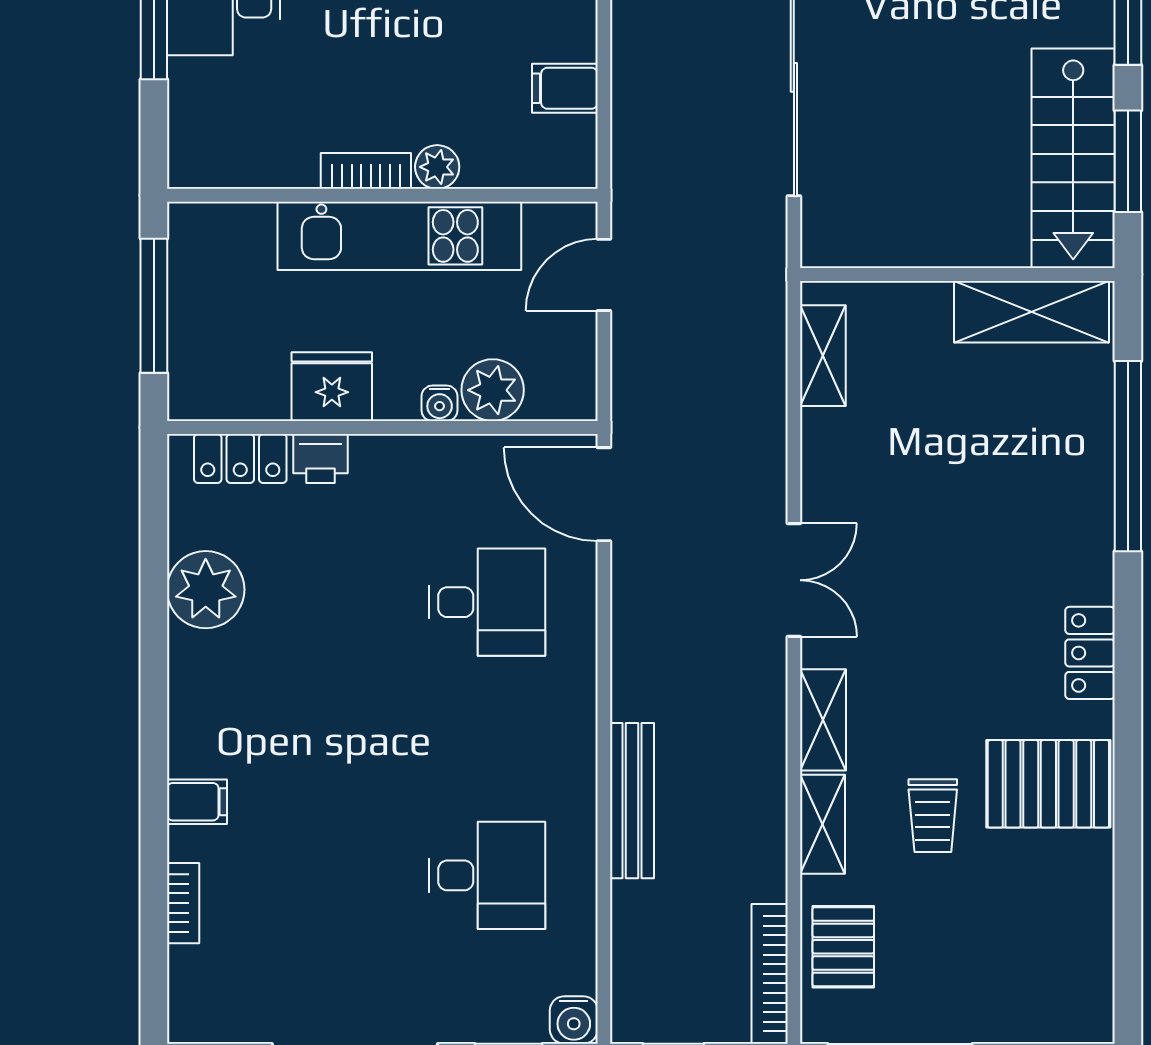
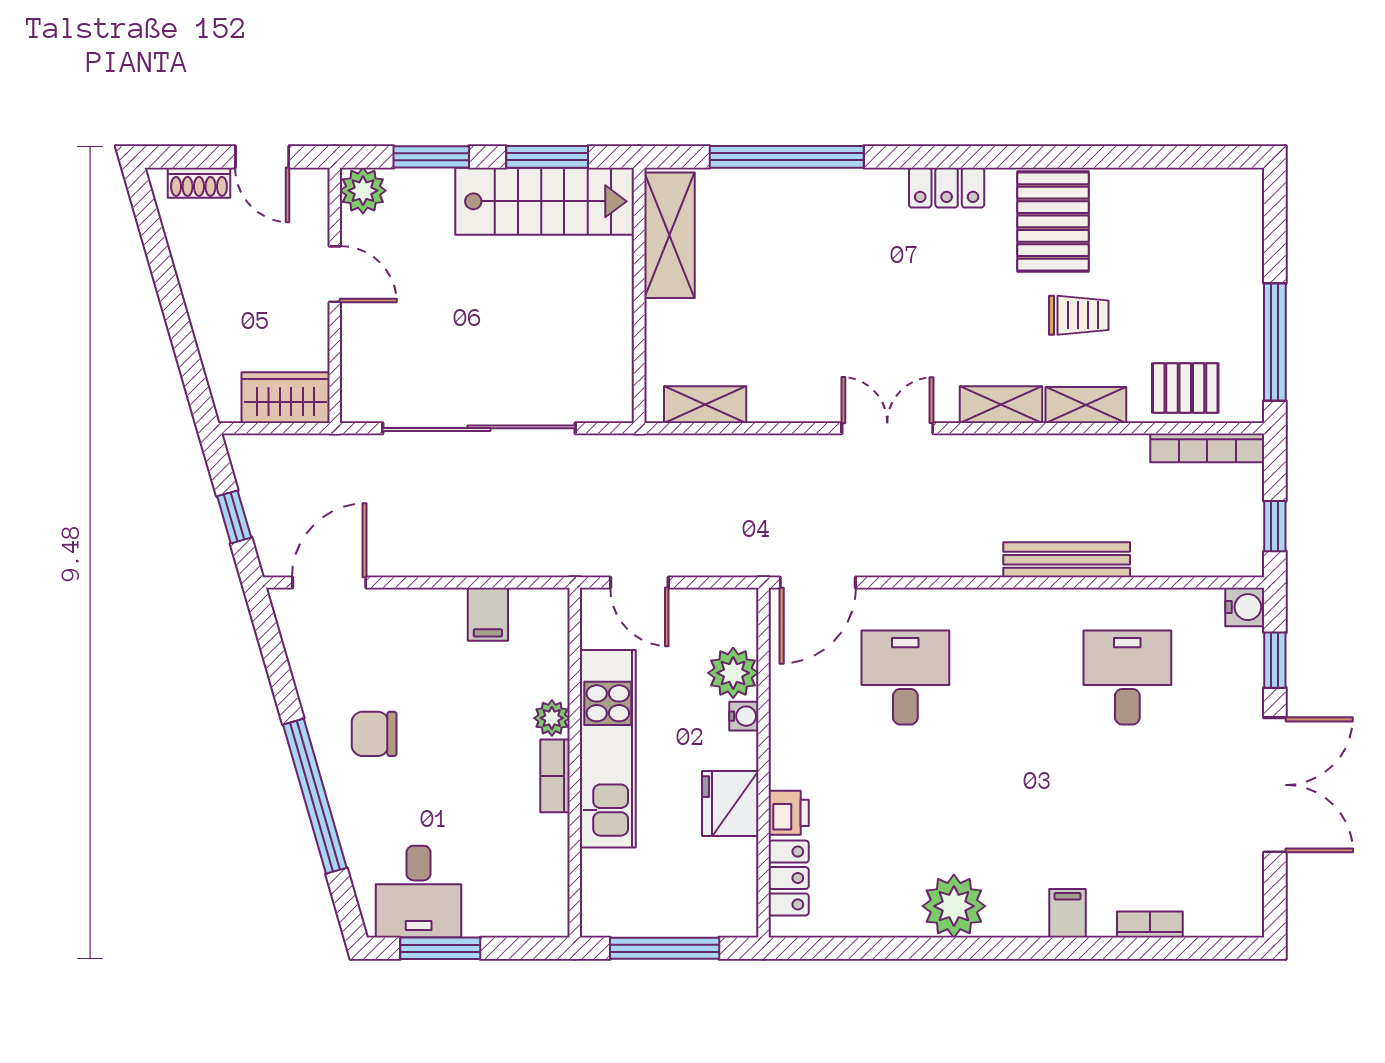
plant: (206, 590) -> (954, 906), moved

